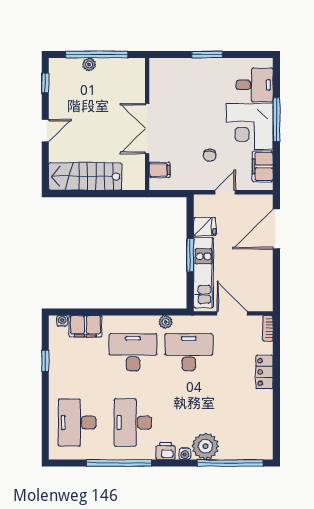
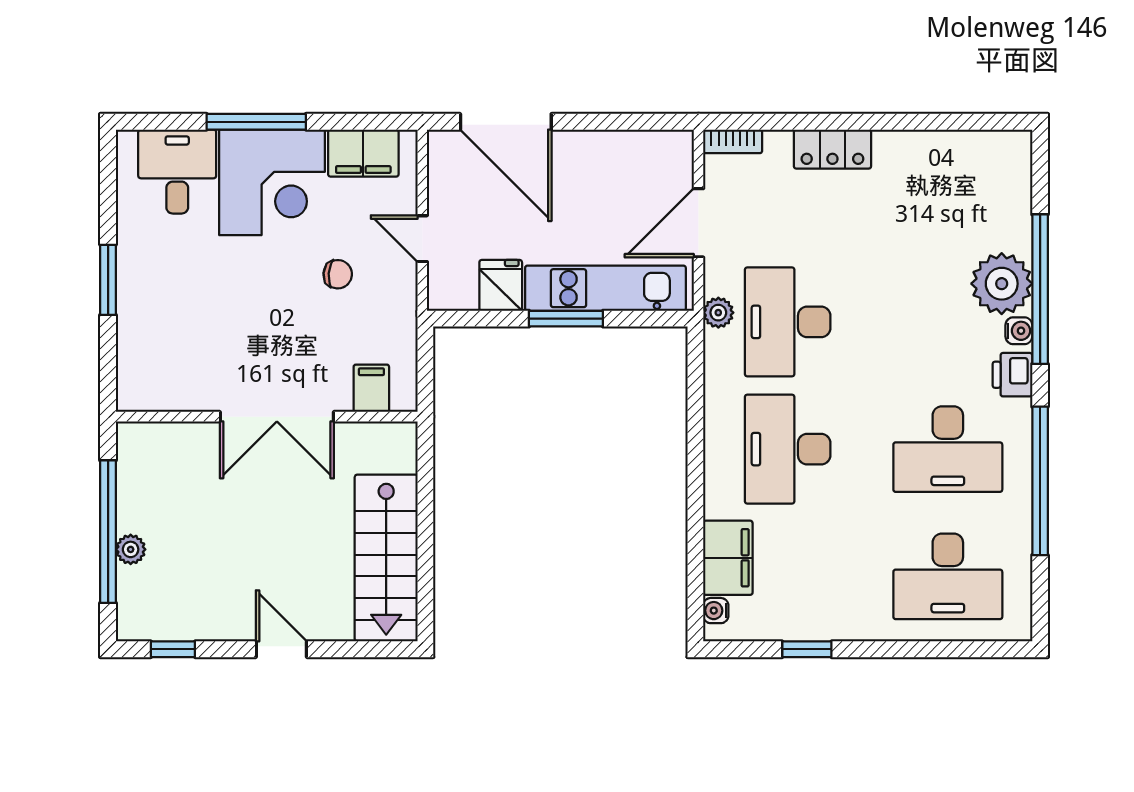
plant: (166, 322) -> (718, 313), moved
window: (230, 463) -> (1040, 289), moved

